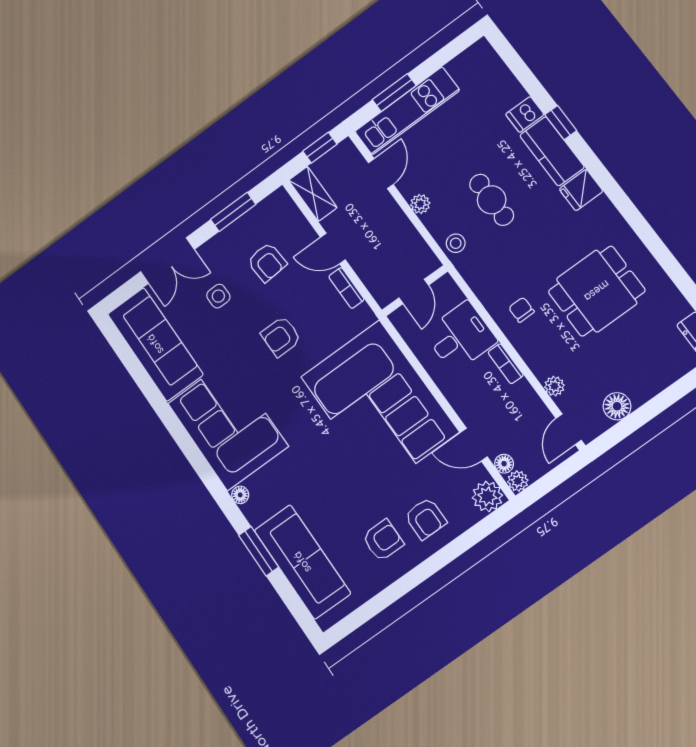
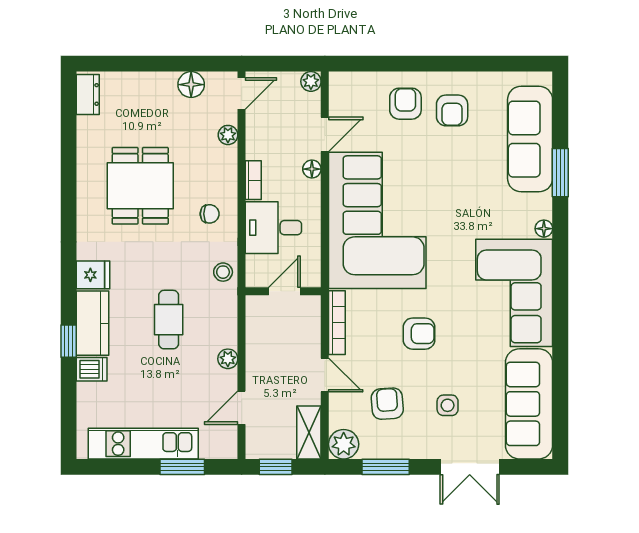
kitchen unit: (407, 111) -> (143, 444), moved
stool: (456, 243) -> (223, 272), moved
double door: (167, 261) -> (470, 467), swing flipped
bookcase: (346, 288) -> (337, 323), width x1.56
dining table: (597, 291) -> (140, 186), turned 90
chair: (521, 310) -> (210, 214), turned -90
door: (474, 445) -> (325, 134), hinge flipped
floor lamp: (504, 464) -> (312, 169), moved
plant: (487, 496) -> (344, 444), moved
armchair: (383, 540) -> (452, 110), turned -90

